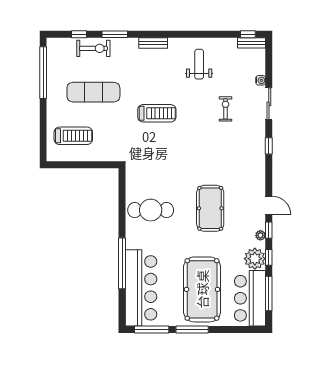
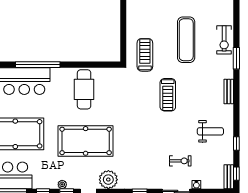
window: (79, 34) -> (236, 144), moved
exercise bike: (226, 109) -> (180, 161), moved
treadmill: (73, 136) -> (145, 55), moved, turned 180
pool table: (210, 208) -> (86, 141), width x1.36, depth x1.32
plant: (255, 259) -> (108, 180), moved

